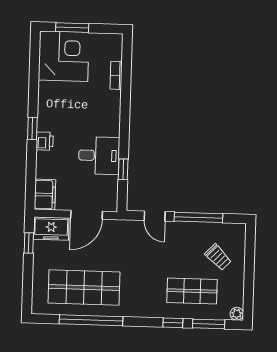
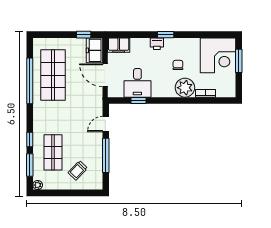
plant: (107, 104) -> (185, 88), added
chair: (75, 113) -> (178, 65), added
desk: (99, 156) -> (137, 83), moved

